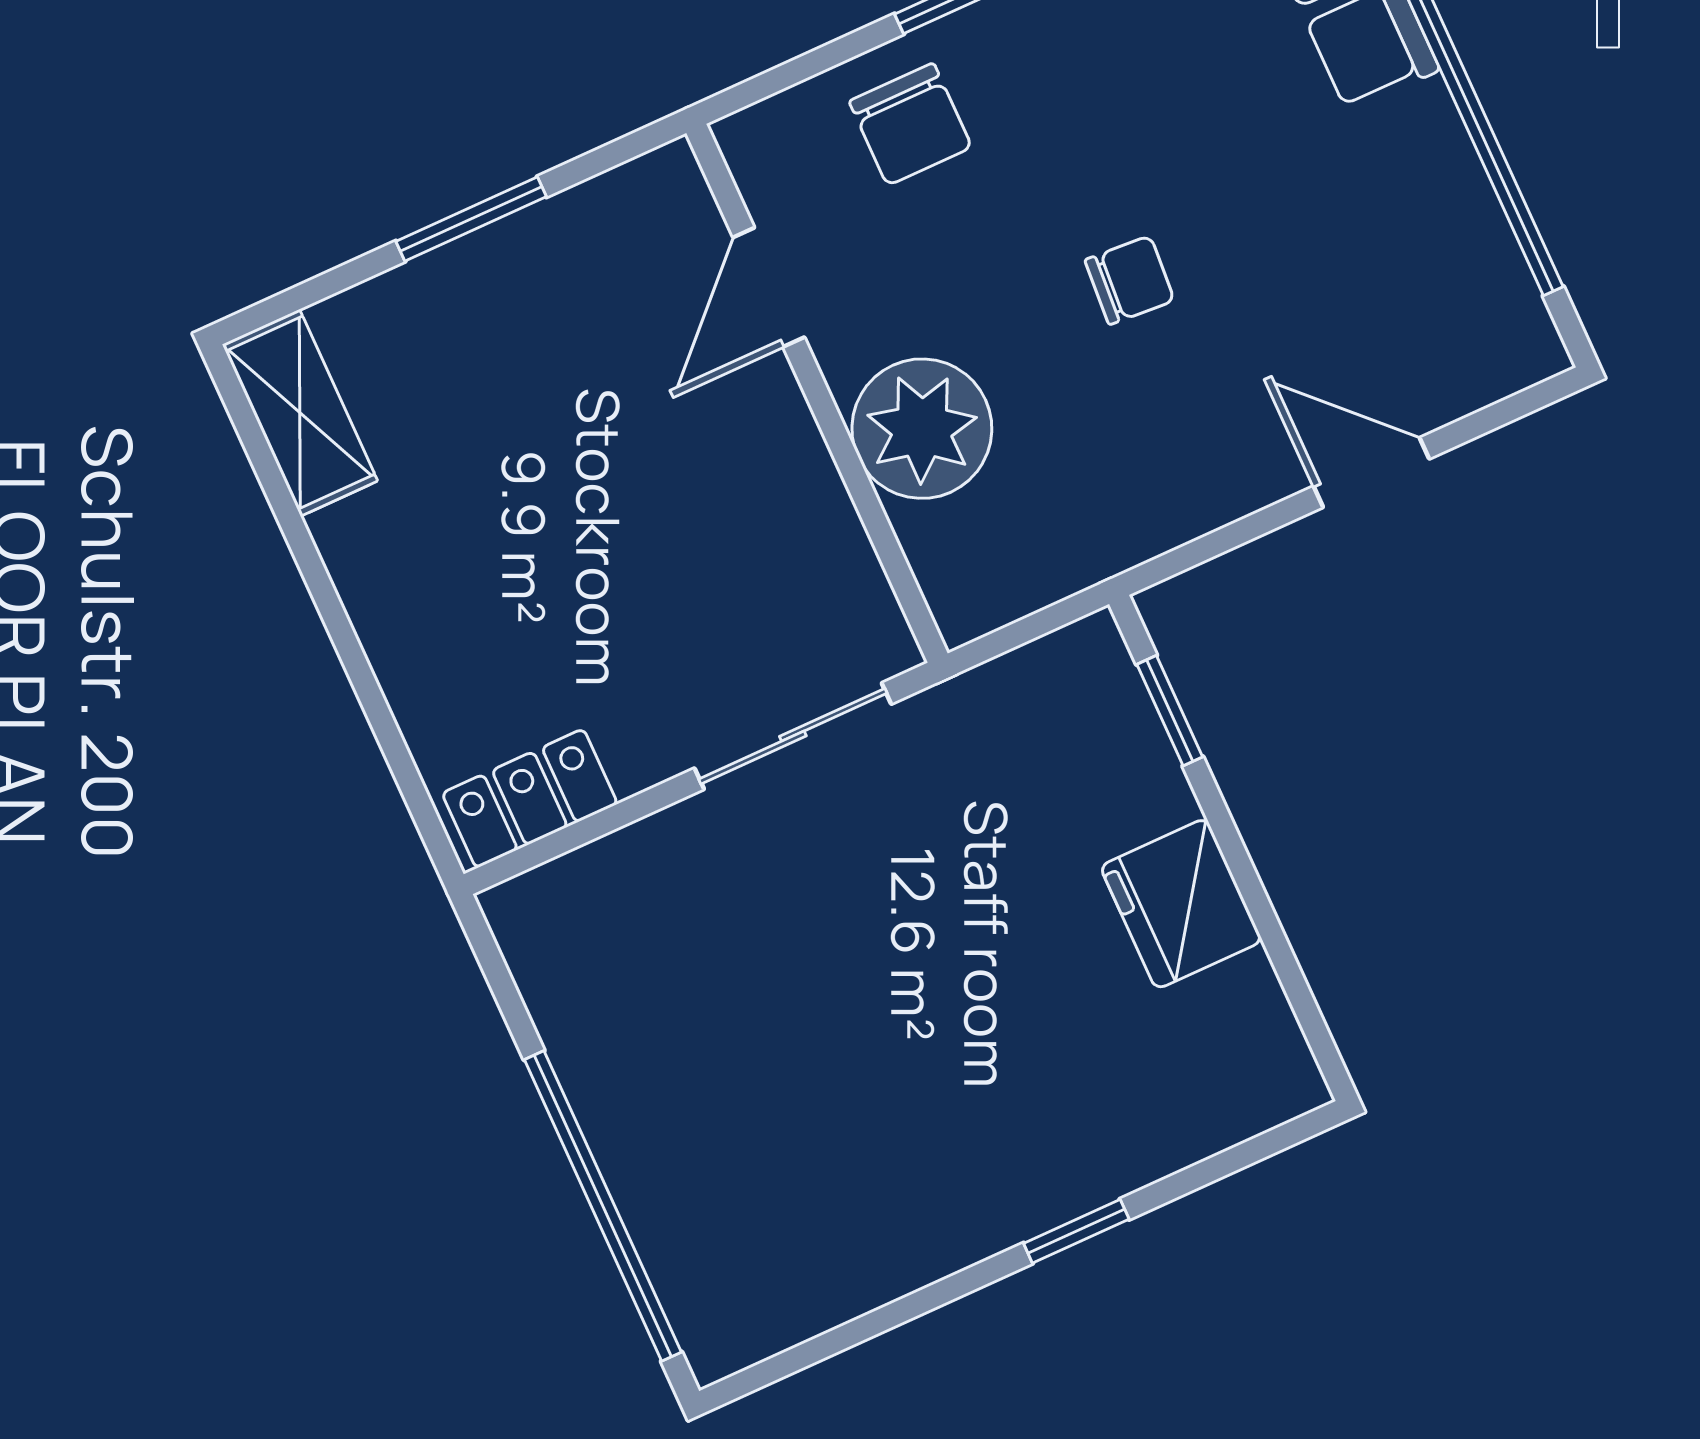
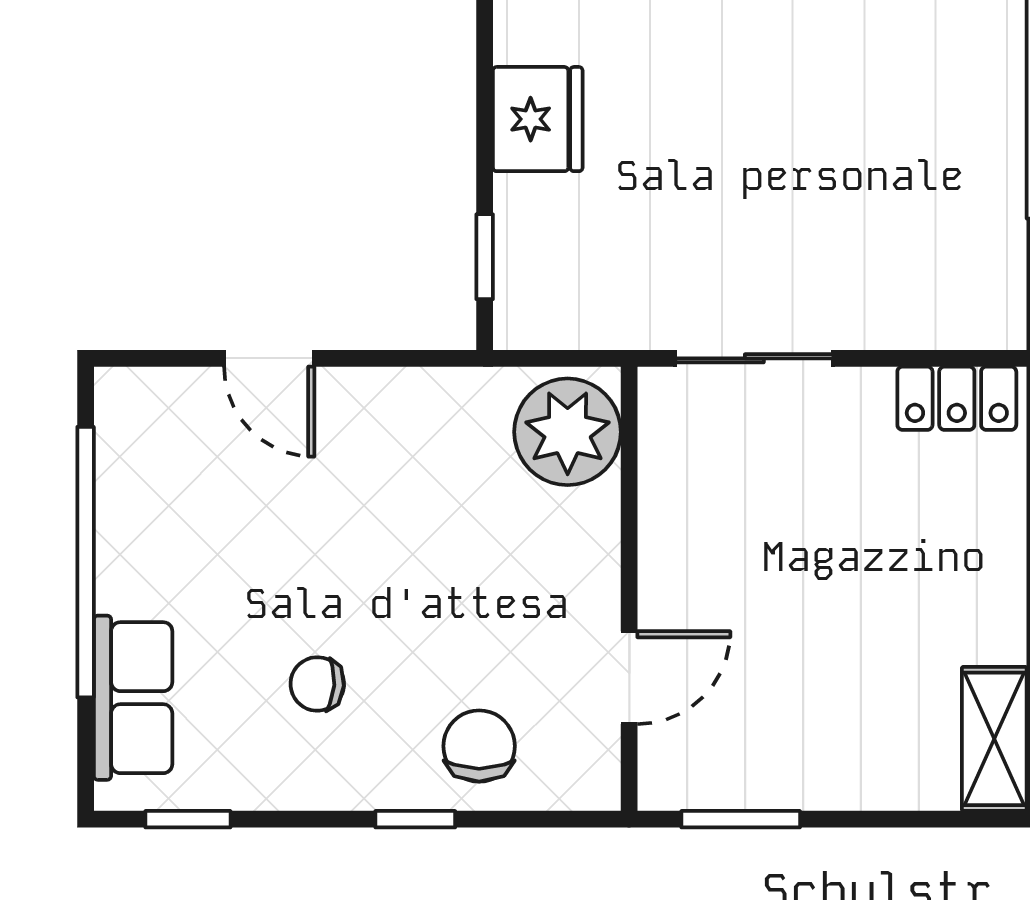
window: (471, 219) -> (741, 819), moved
chair: (1130, 280) -> (317, 684), moved
plant: (922, 429) -> (568, 432), moved

